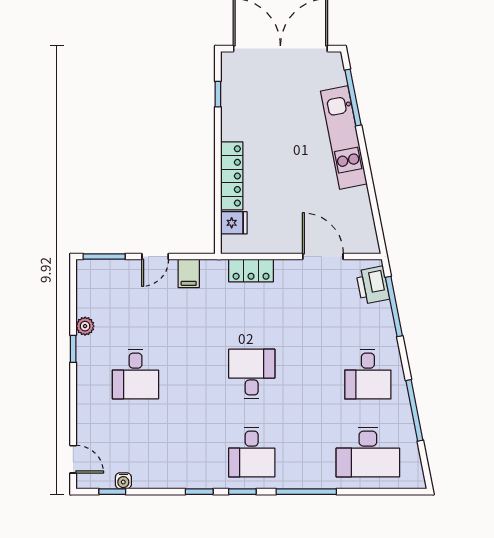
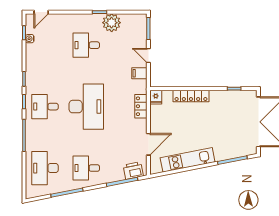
kitchen unit: (344, 138) -> (188, 160), moved
fridge: (234, 223) -> (156, 97), moved
plant: (85, 326) -> (112, 23), width x1.87, depth x1.87
desk: (252, 374) -> (86, 107), width x1.87, depth x1.30

